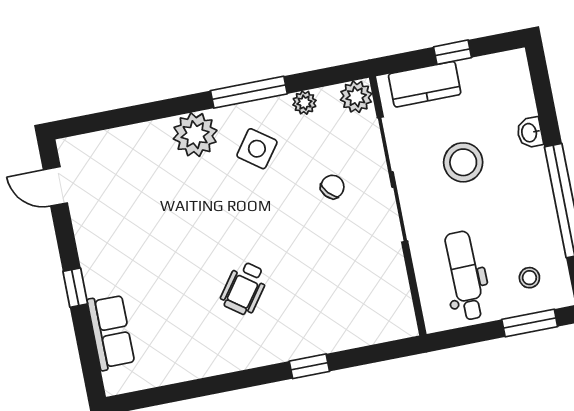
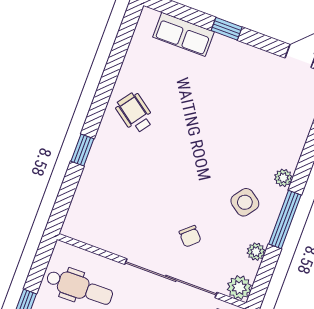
plant: (195, 135) -> (283, 178), width x0.53, depth x0.53
wheelchair: (244, 288) -> (135, 113), moved

